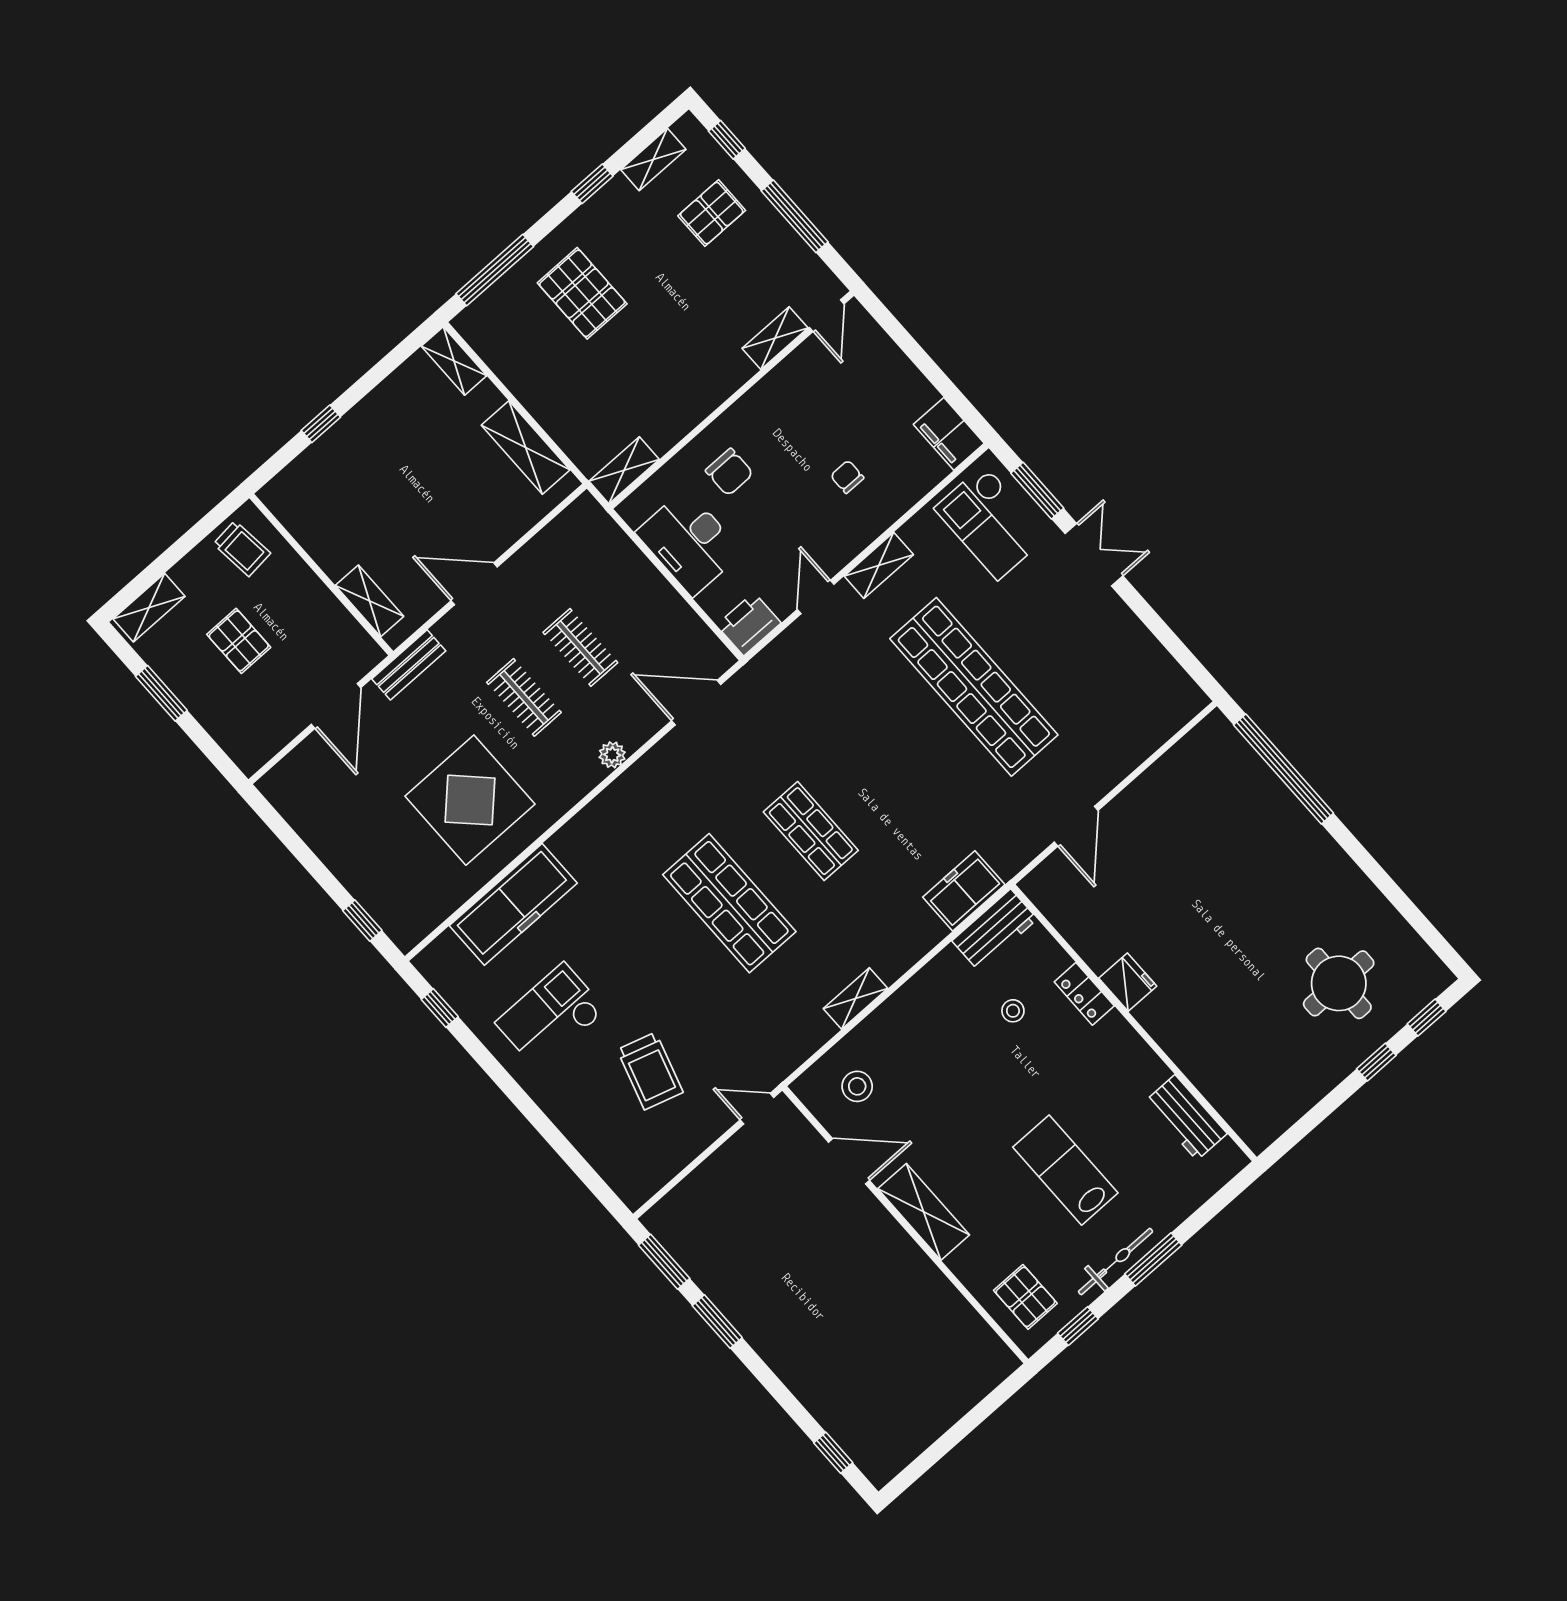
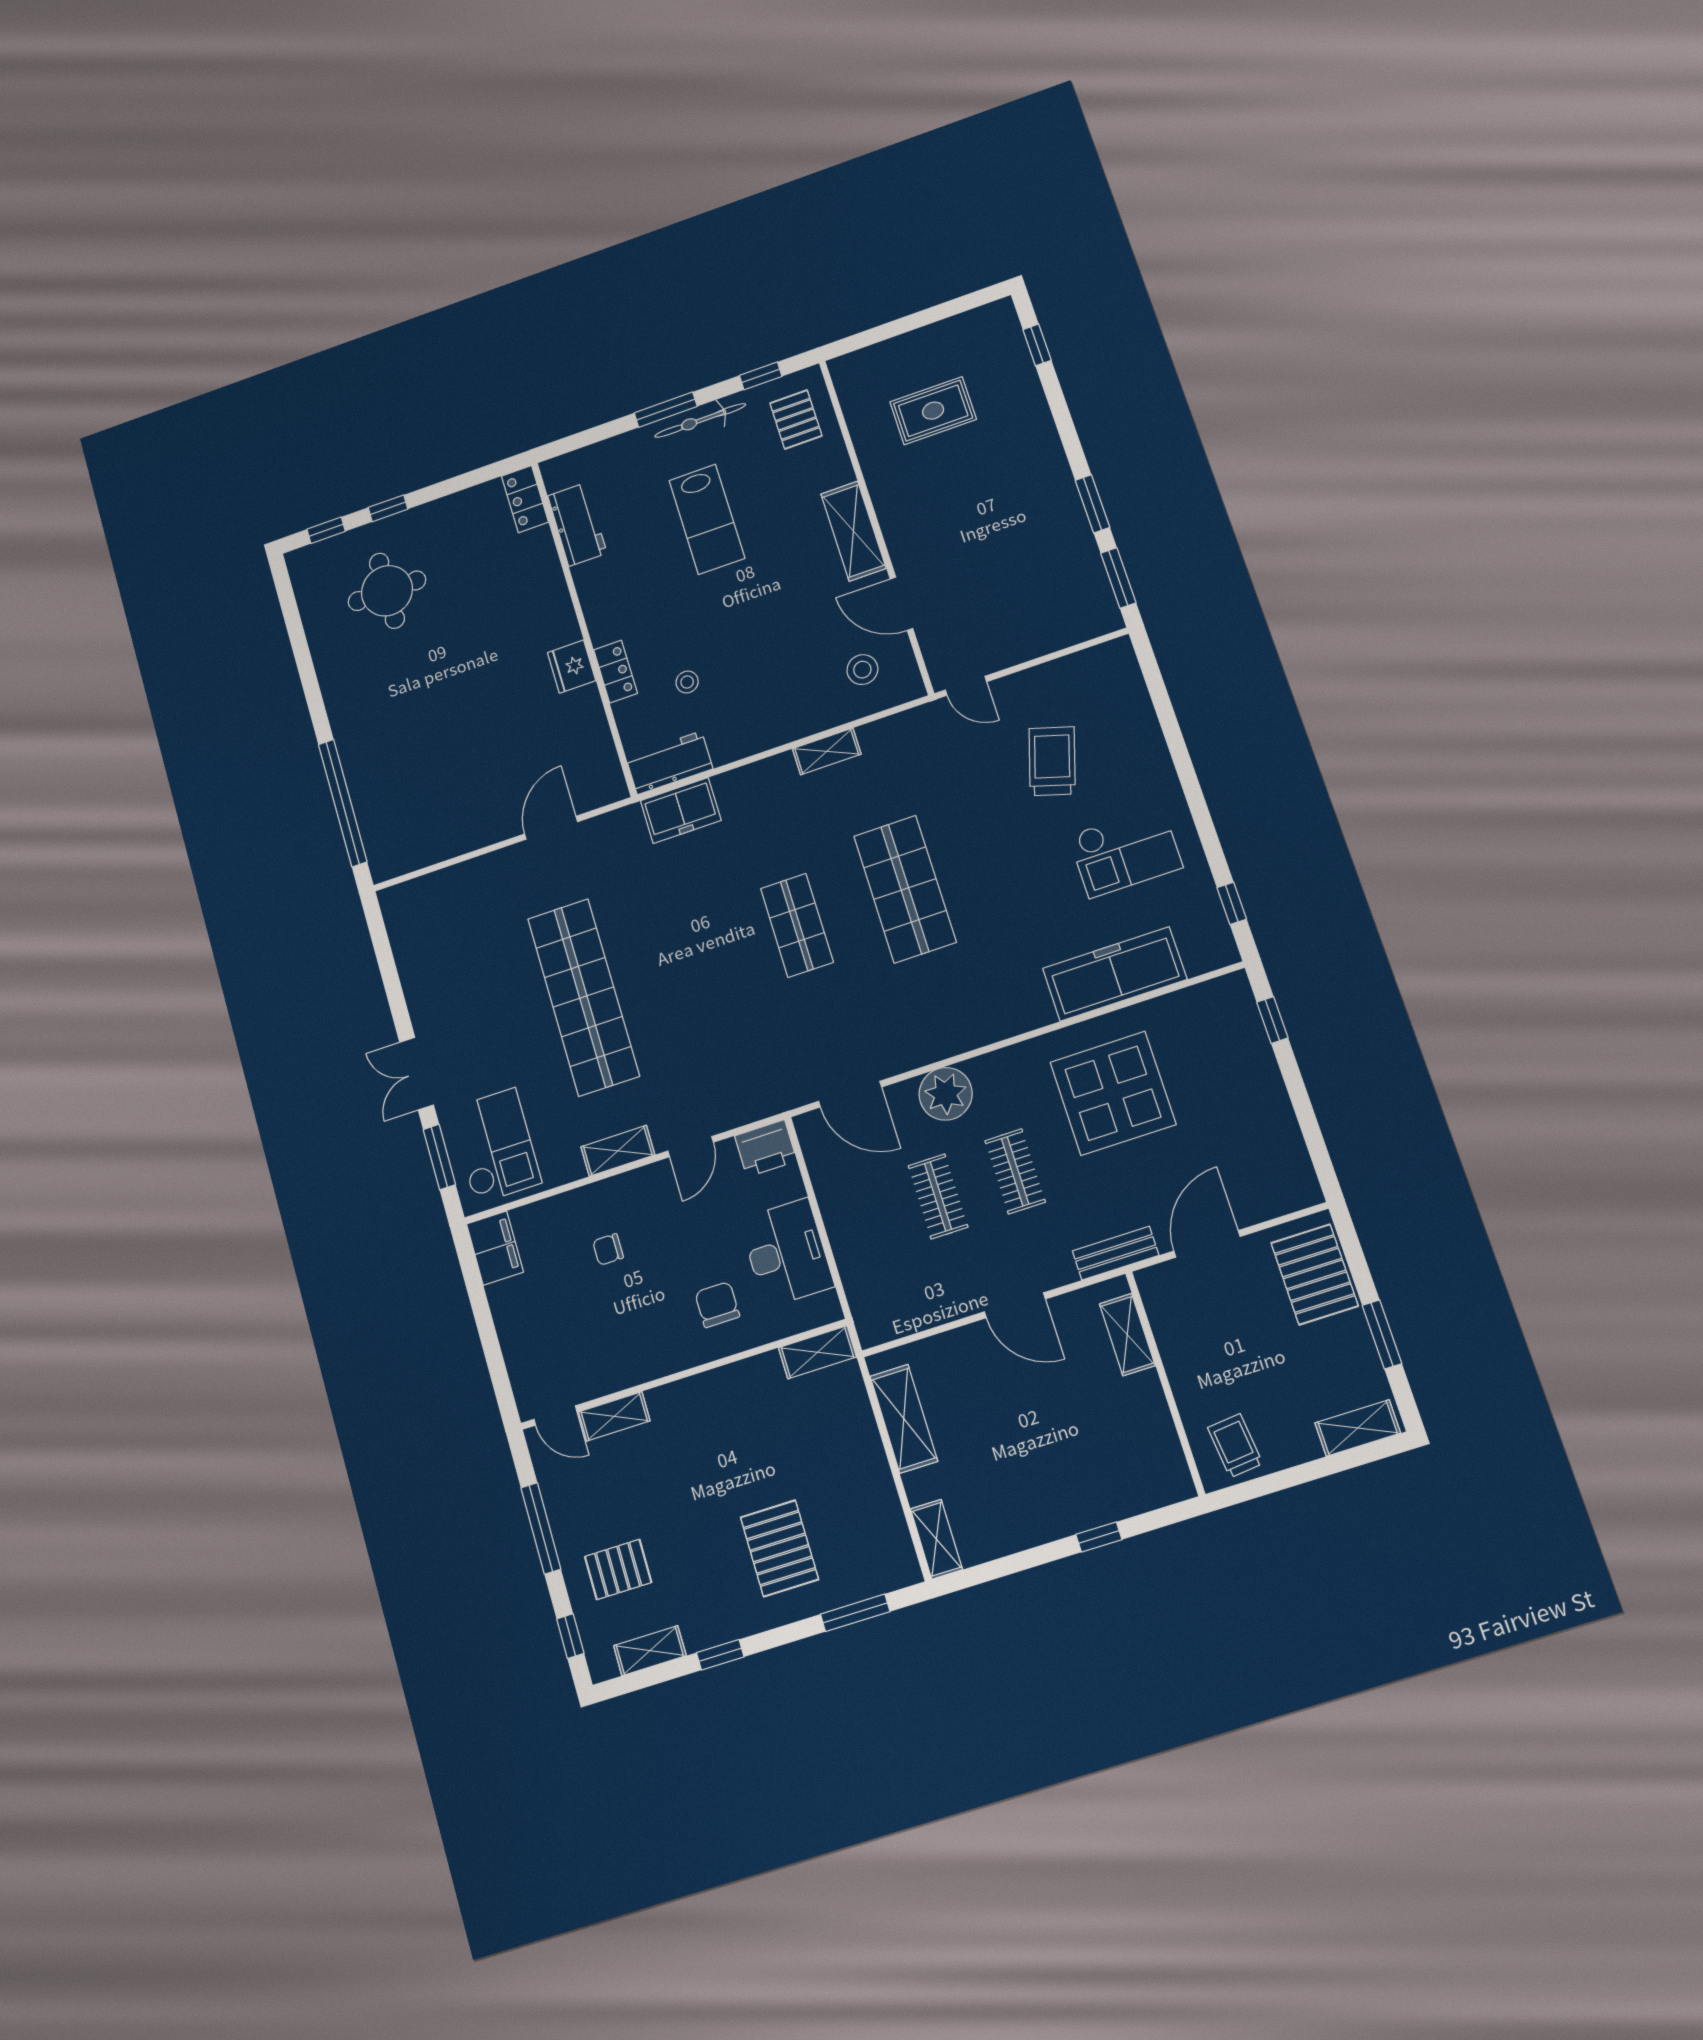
window: (495, 270) -> (855, 1613), width x0.69
door: (827, 316) -> (555, 1416), swing flipped
chair: (847, 477) -> (608, 1249), turned 90
pallet: (239, 641) -> (1315, 1274), moved, width x1.50, depth x1.42
plant: (612, 755) -> (946, 1094), width x1.88, depth x1.88
locker: (1248, 1122) -> (525, 499), added
rug: (901, 1354) -> (933, 411), added

